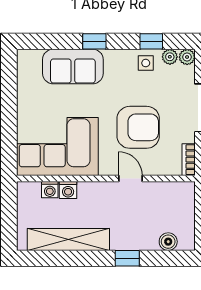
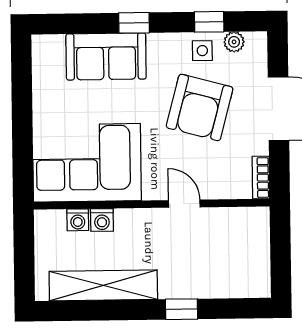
plant: (187, 57) -> (257, 42), removed
armchair: (138, 127) -> (200, 107), moved, turned 105
boiler: (168, 242) -> (235, 286), removed

